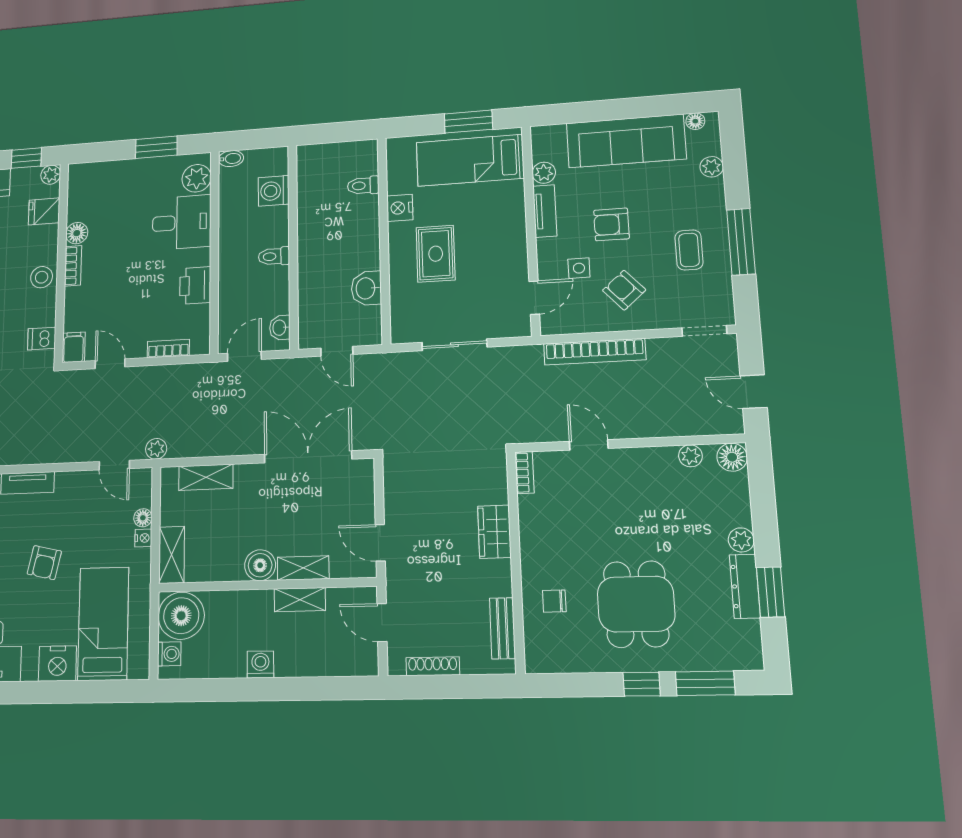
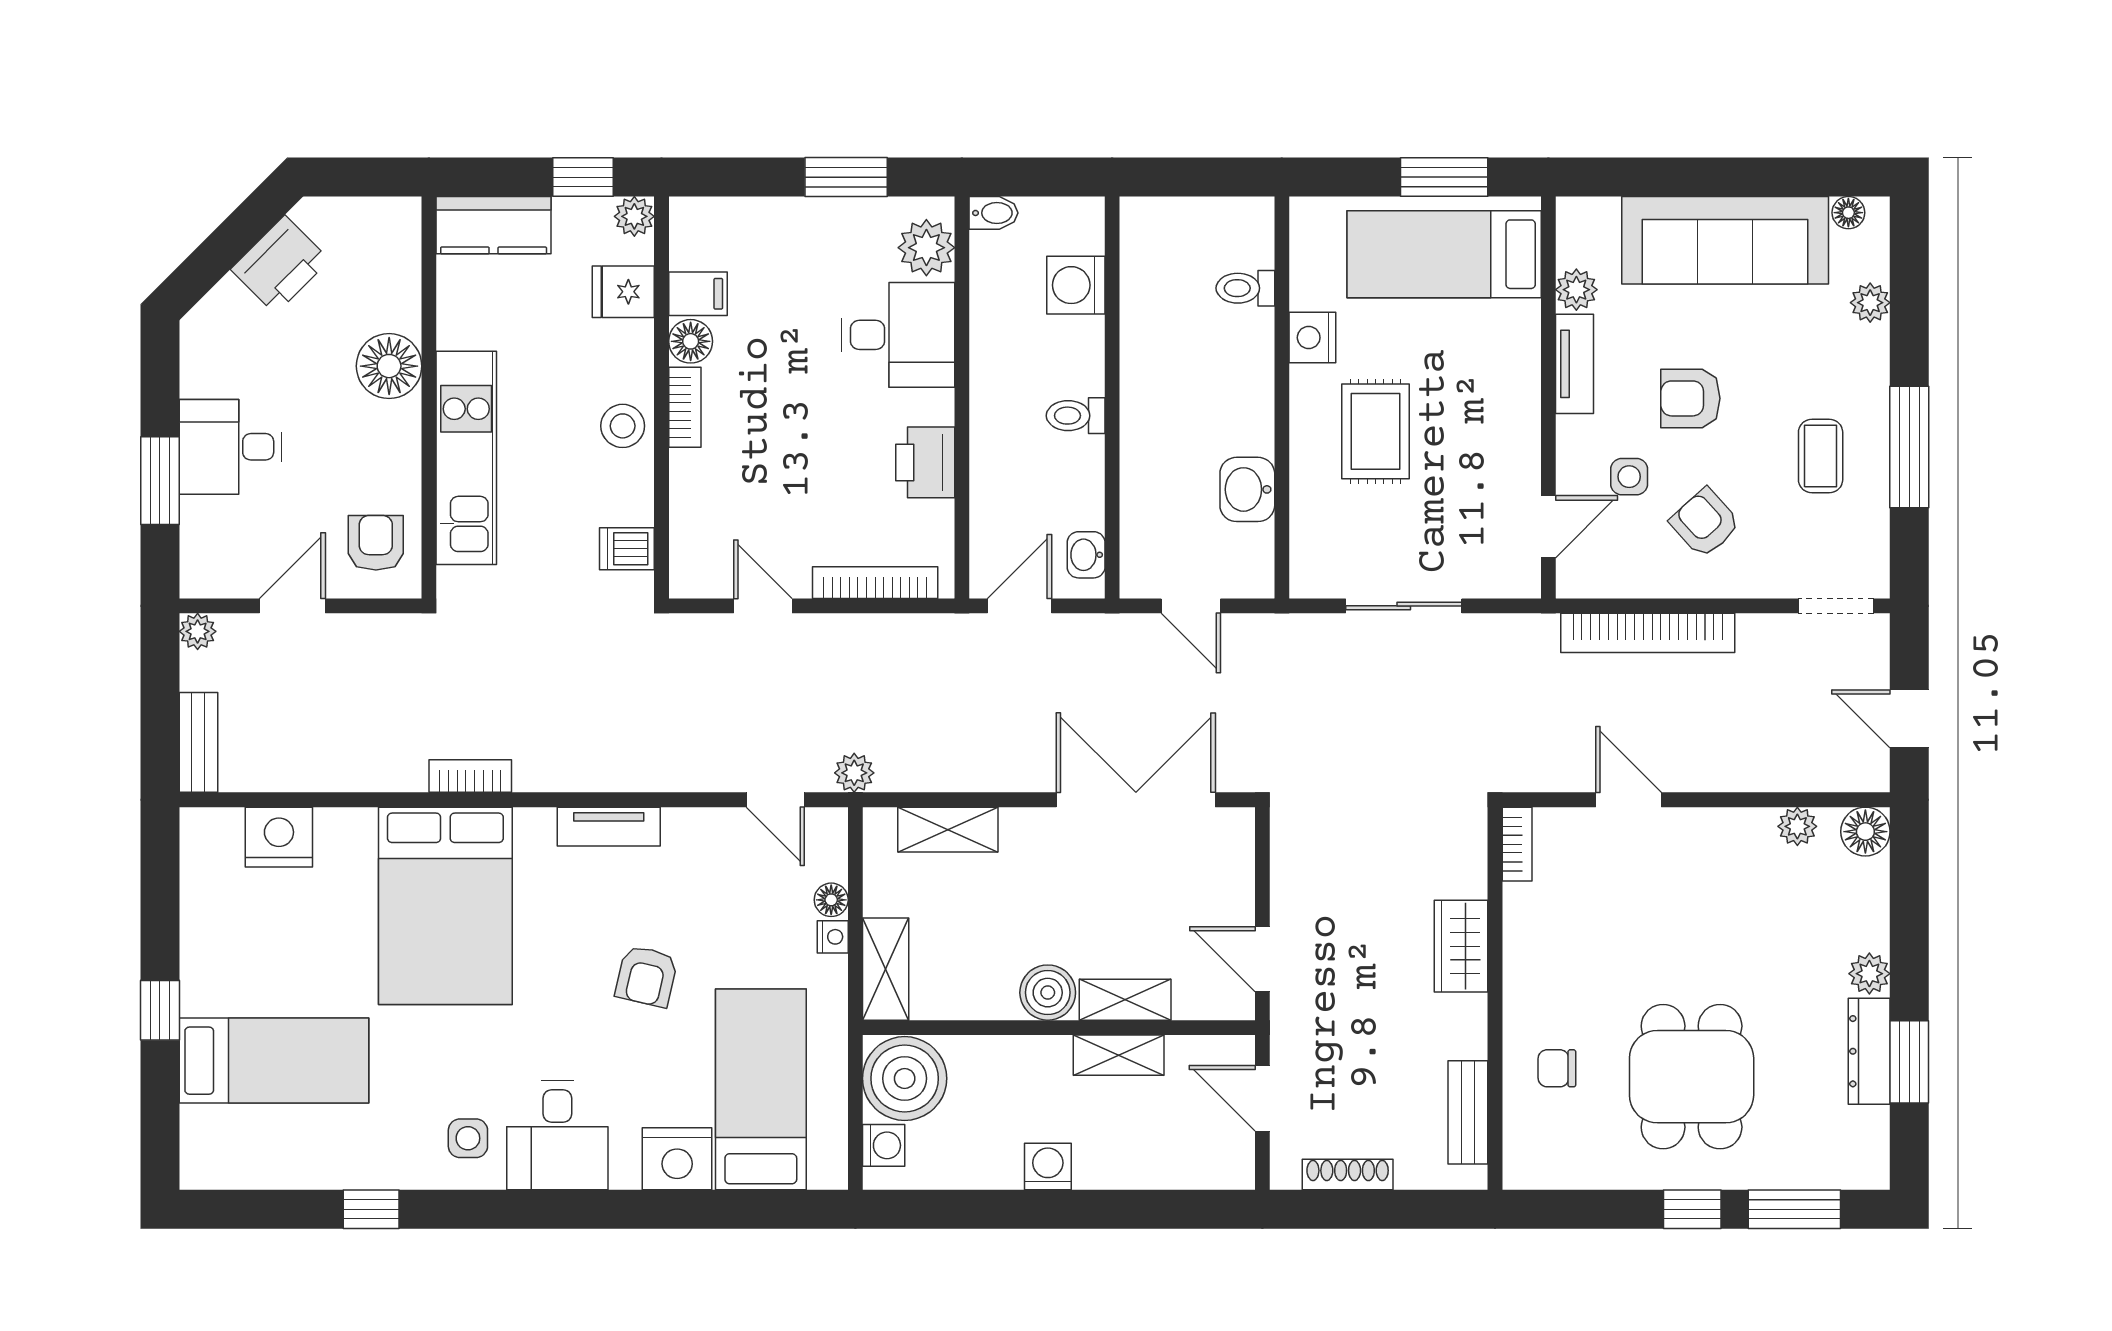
filing cabinet: (74, 347) -> (698, 294), moved, turned 90
bookcase: (168, 349) -> (875, 583), width x1.56

